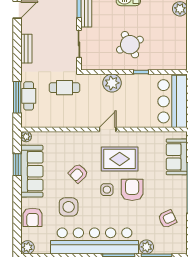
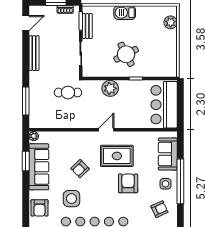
bench: (26, 49) -> (34, 53), width x1.36
cafe table: (29, 96) -> (36, 100), removed
side table: (107, 190) -> (165, 184), moved

